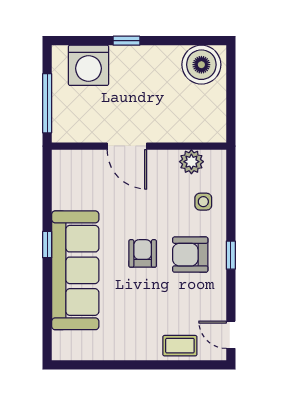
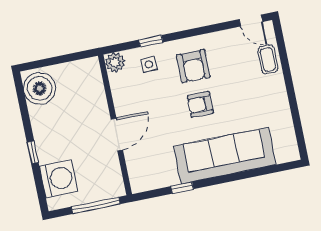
plant: (191, 162) -> (115, 62), moved
window: (47, 245) -> (182, 188), moved
window: (231, 255) -> (151, 41), moved
door: (231, 335) -> (251, 20), hinge flipped

